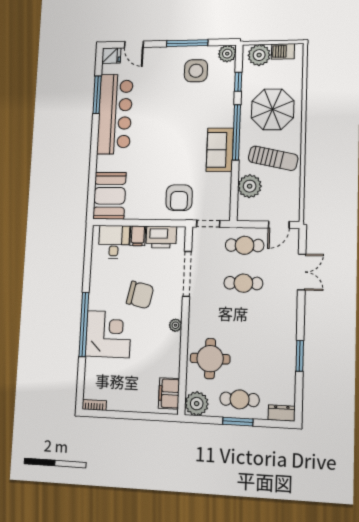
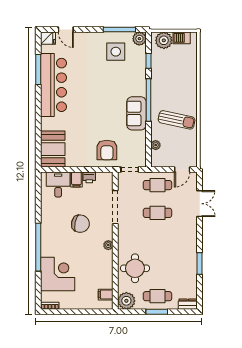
window: (187, 43) -> (119, 30), moved
parasol: (273, 109) -> (175, 83), removed
plant: (250, 186) -> (156, 145), width x0.53, depth x0.53
printer: (161, 237) -> (89, 177), width x0.53, depth x0.68
corner desk: (108, 334) -> (58, 274), moved
filing cabinet: (169, 393) -> (106, 295), width x0.50

